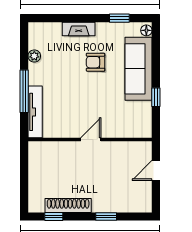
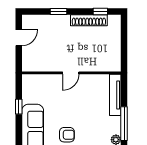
window: (24, 91) -> (124, 124), moved
door: (156, 170) -> (19, 38), moved

